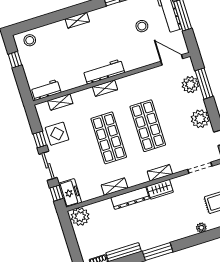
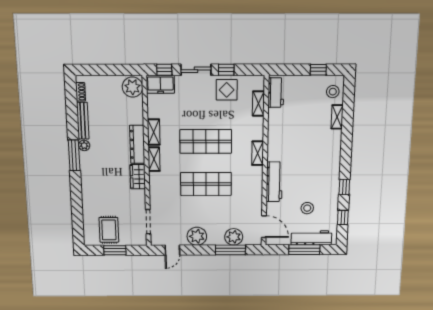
shelving: (77, 20) -> (337, 117), moved
door: (172, 60) -> (264, 227), hinge flipped
workbench: (104, 72) -> (274, 182), moved
shelving: (160, 173) -> (154, 159), moved
plant: (201, 228) -> (84, 145), moved

